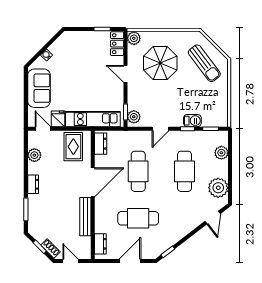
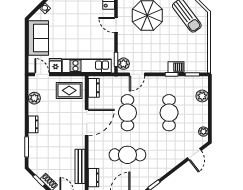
door: (160, 129) -> (137, 74), moved
rug: (73, 147) -> (69, 90), turned 90
plant: (218, 188) -> (203, 132), width x0.53, depth x0.53
bench: (85, 217) -> (80, 166), moved

